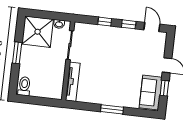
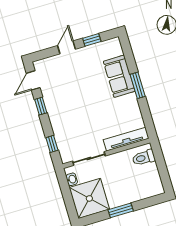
window: (105, 22) -> (52, 144), moved
toilet: (24, 86) -> (144, 158), moved
sofa: (151, 92) -> (119, 76), moved, turned 90

